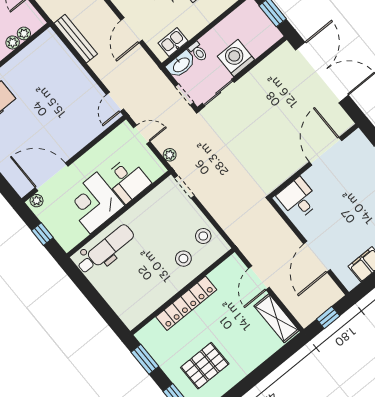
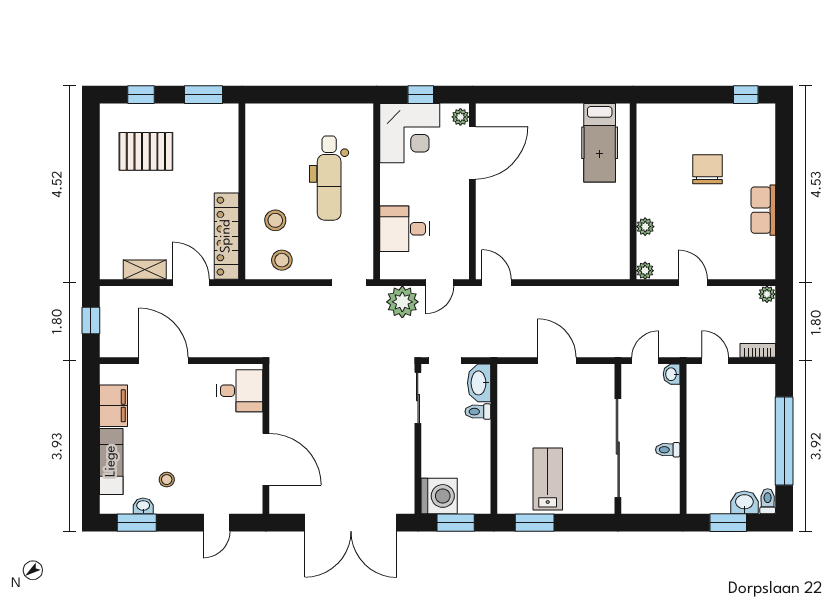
plant: (24, 33) -> (645, 271), moved
bench: (76, 39) -> (596, 295), removed
kitchen sink: (173, 42) -> (509, 394), removed
washing machine: (236, 58) -> (439, 496), moved
plant: (170, 155) -> (402, 302), width x1.87, depth x1.87
corner desk: (94, 203) -> (410, 133), moved, turned 90
dental chair: (106, 249) -> (329, 178), moved
locker: (186, 303) -> (226, 236), moved
shelving: (277, 318) -> (145, 270), width x0.67, depth x0.75
pallet: (205, 366) -> (146, 151), turned 90

